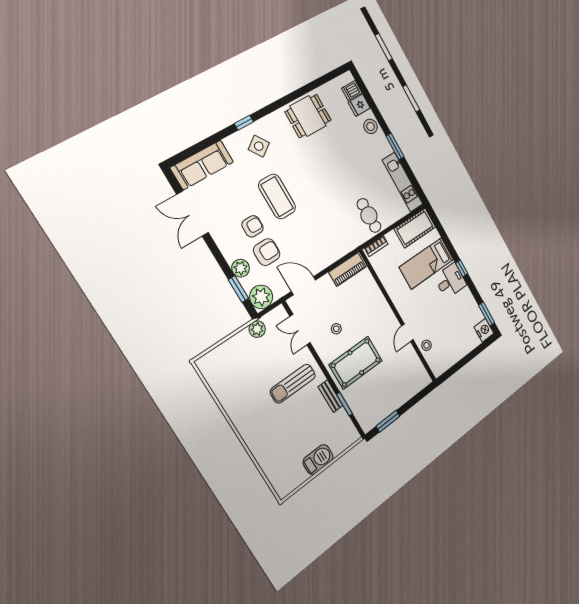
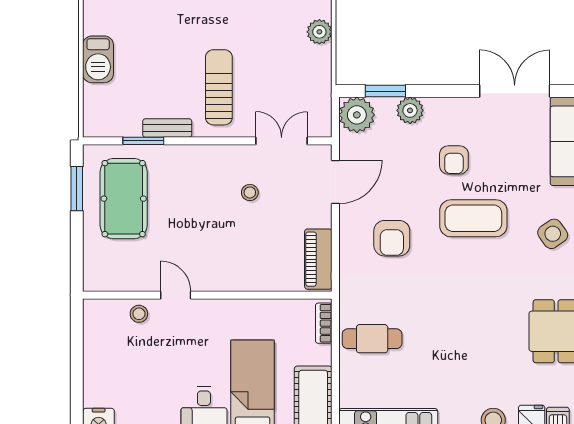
armchair: (267, 252) -> (392, 238), moved
plant: (257, 329) -> (319, 32), moved
pool table: (356, 363) -> (124, 199), moved

